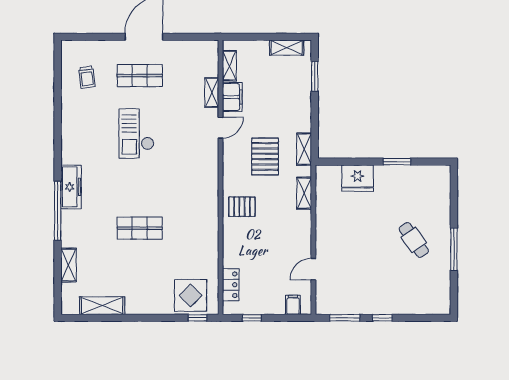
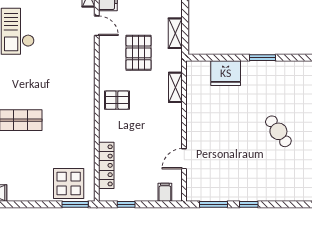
door: (221, 128) -> (97, 26), hinge flipped
shelving: (304, 149) -> (175, 33), moved
locker: (231, 285) -> (106, 165), width x1.53
window: (198, 318) -> (75, 204), width x1.50

